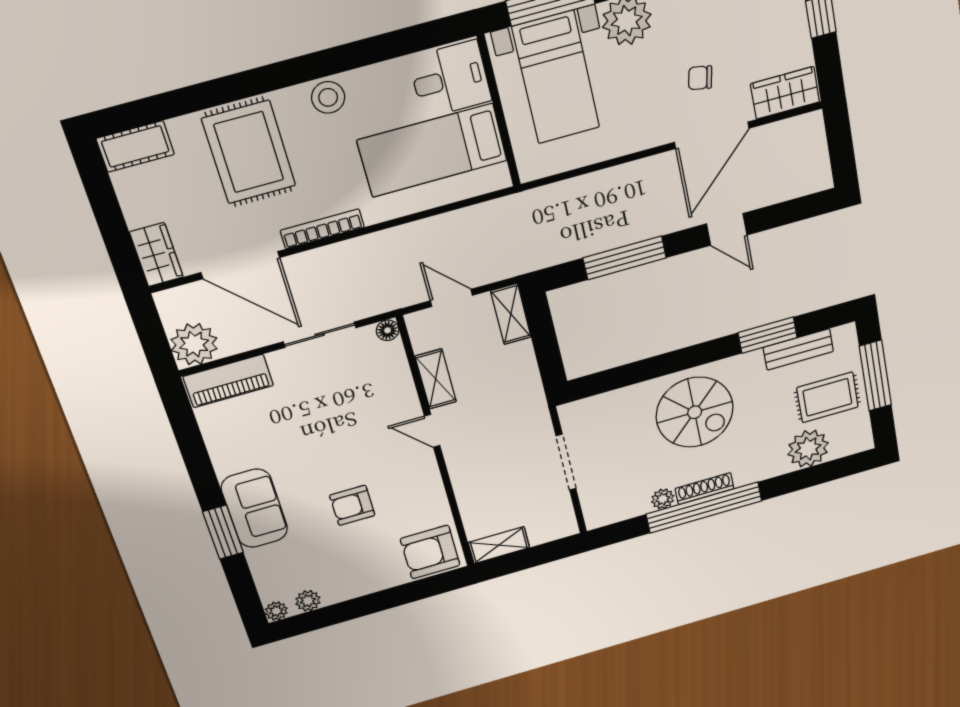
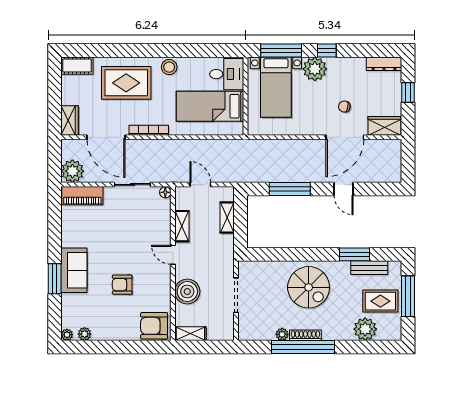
rug: (249, 152) -> (126, 83), turned 90
shelving: (511, 314) -> (227, 217), moved
boiler: (475, 482) -> (187, 291), added

